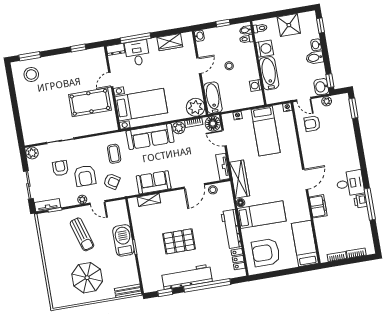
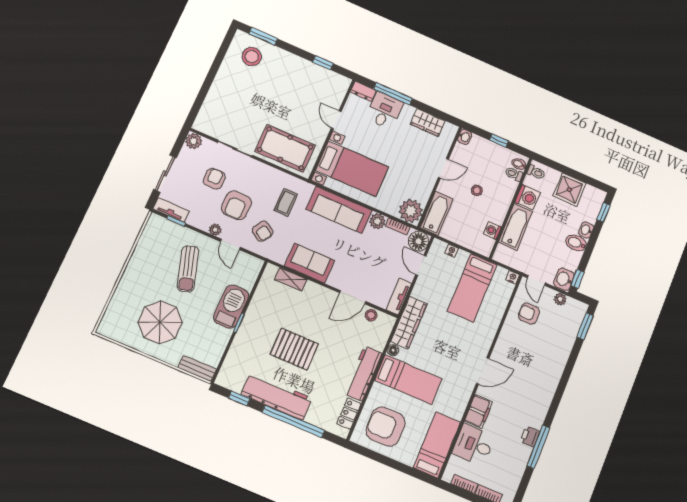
door: (111, 80) -> (336, 120), hinge flipped
pool table: (90, 102) -> (285, 148), moved
desk: (350, 183) -> (474, 445), moved, turned 180

